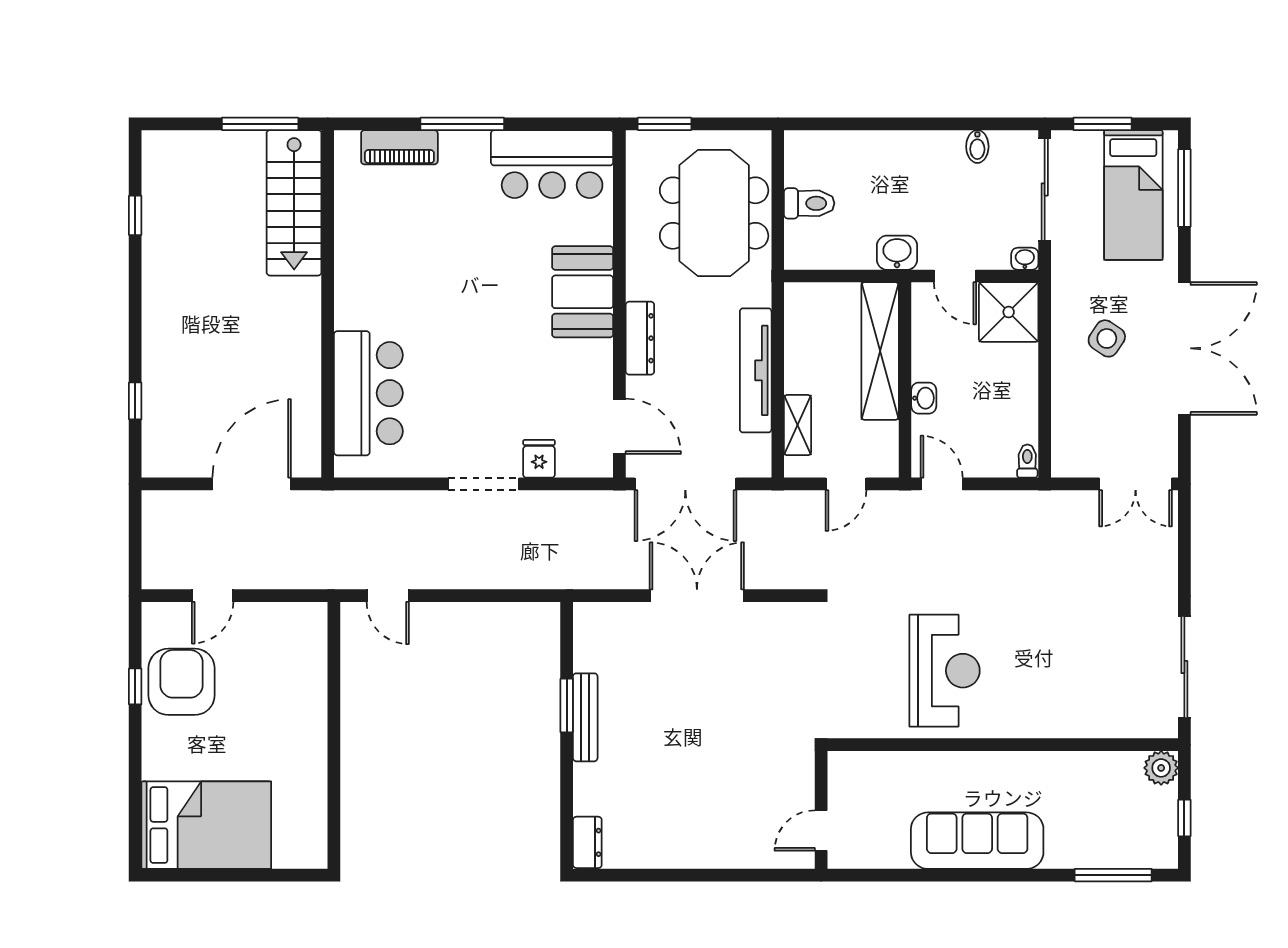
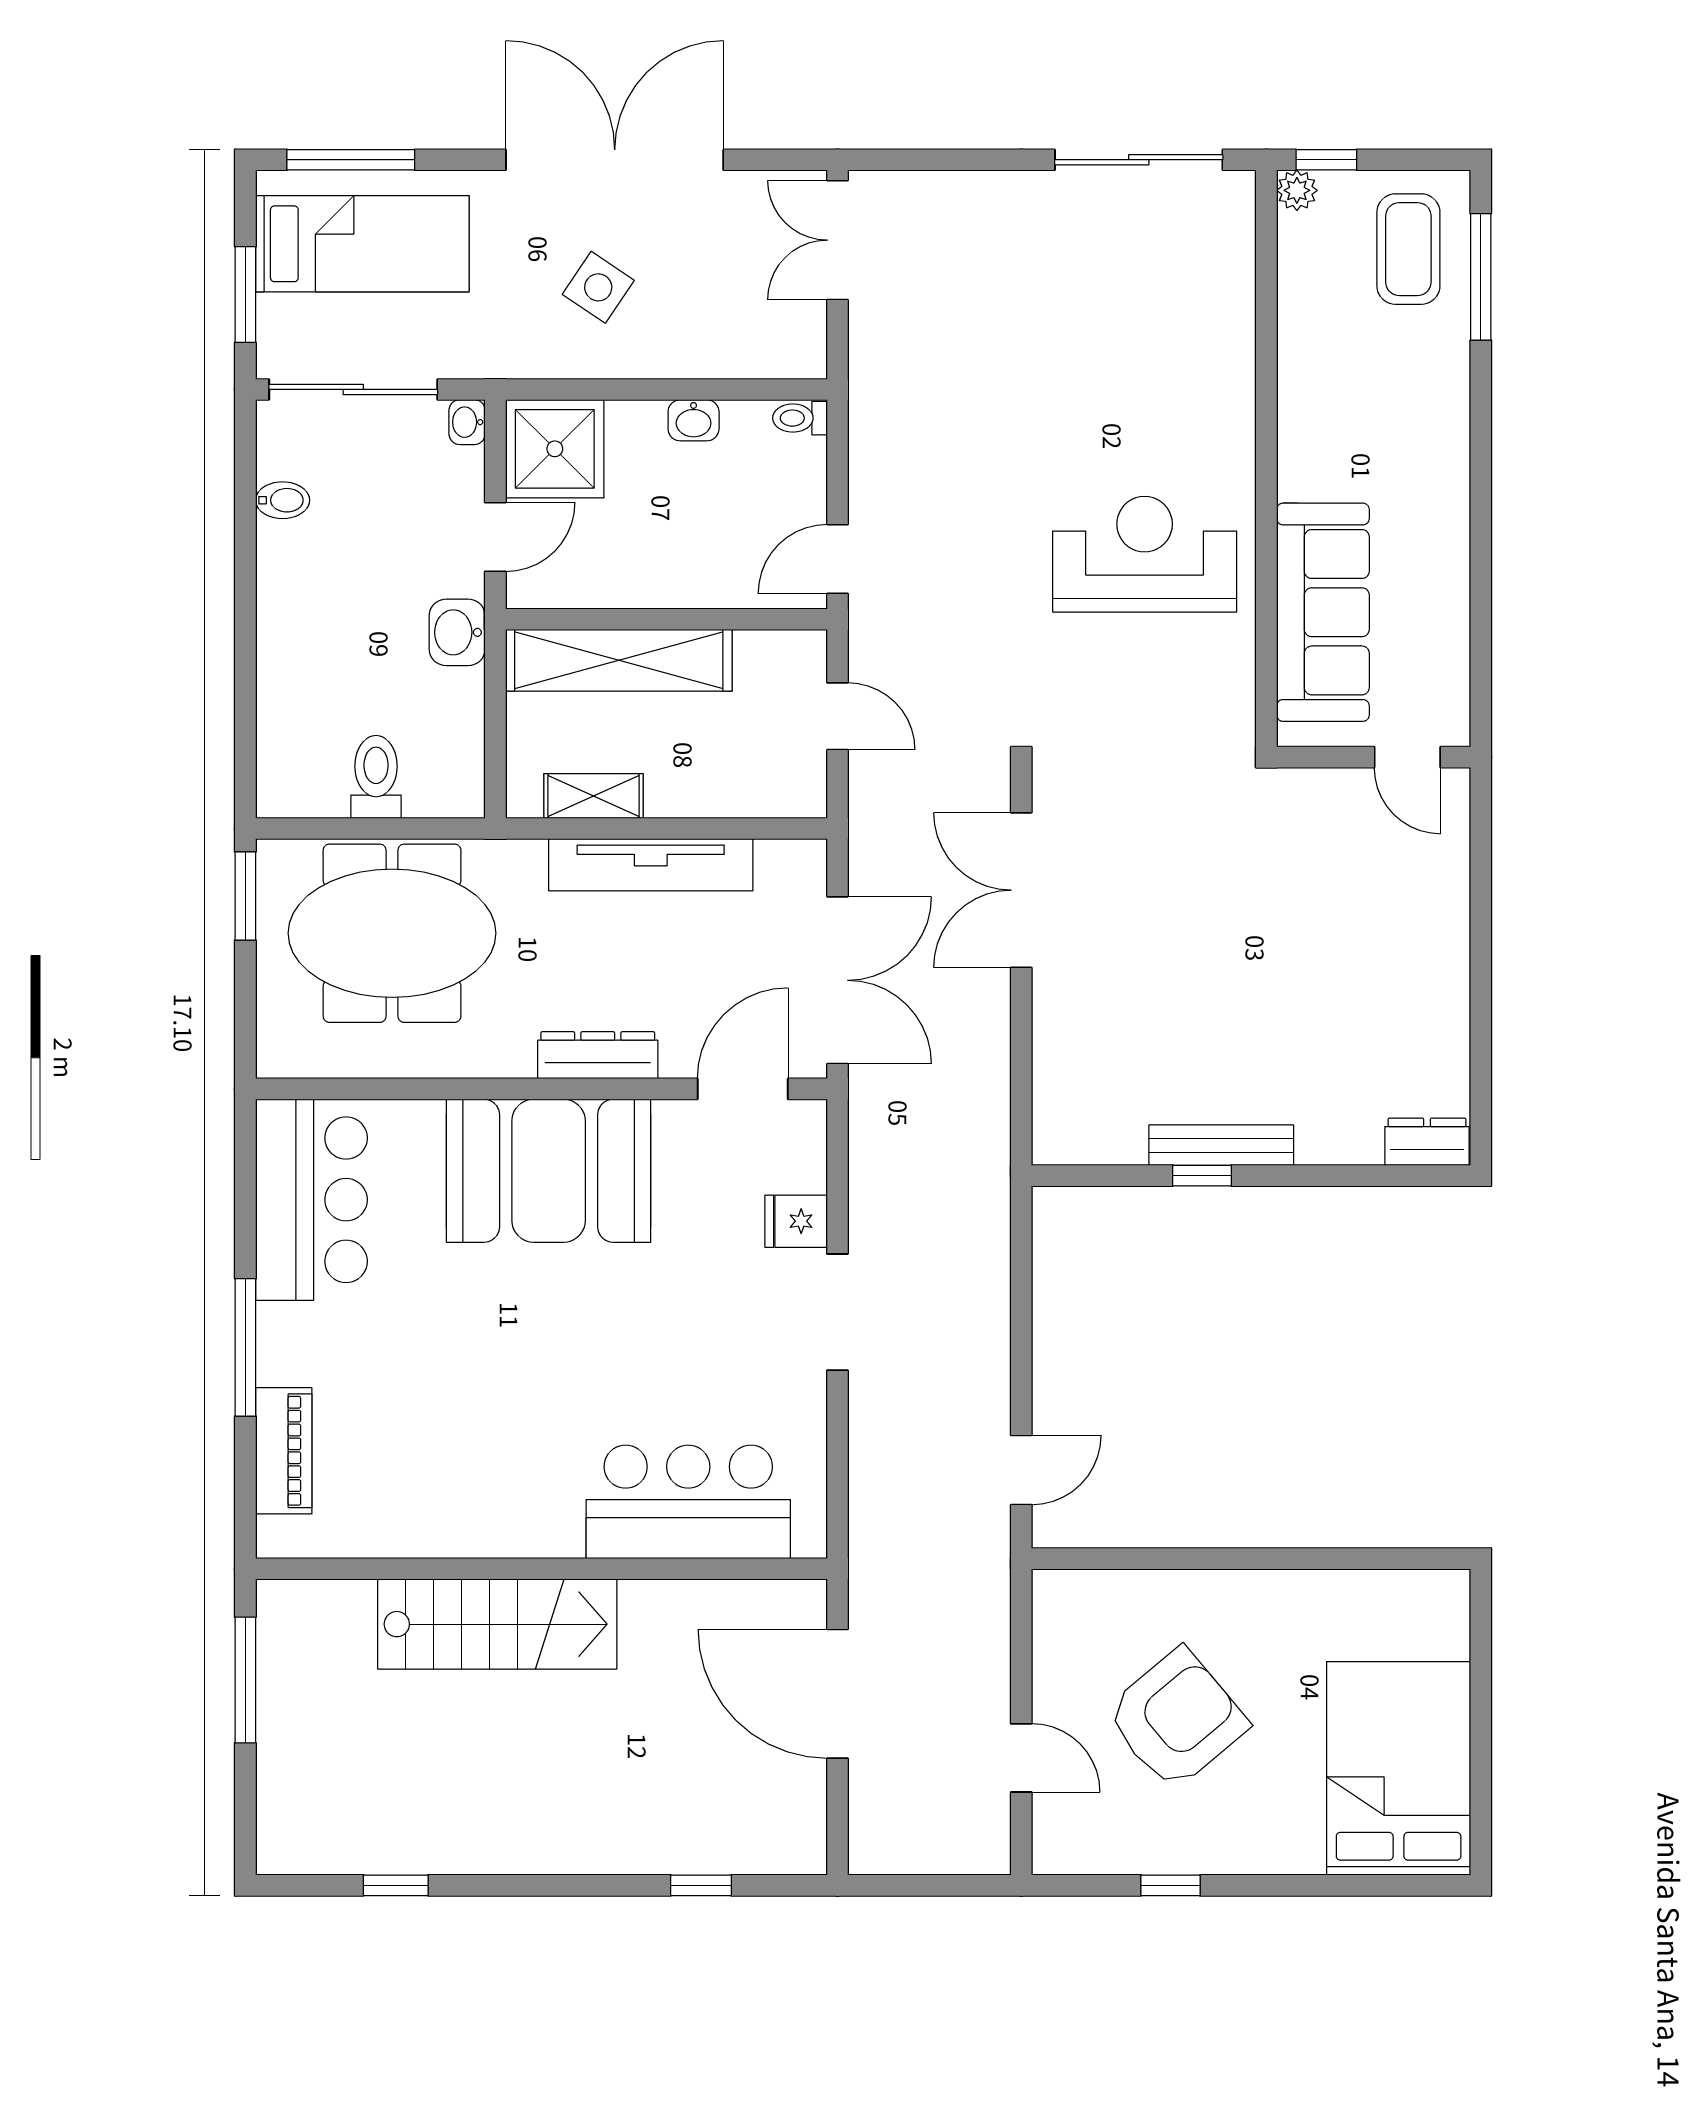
window: (664, 124) -> (245, 896), moved
stairs: (294, 203) -> (497, 1624), moved
booth: (583, 292) -> (549, 1171), width x1.36, depth x1.42
washbasin: (924, 398) -> (694, 420), moved, turned 180
shelving: (798, 425) -> (594, 796), moved
double door: (1136, 484) -> (838, 240), swing flipped
double door: (697, 596) -> (1021, 890), moved
armchair: (182, 682) -> (1176, 1719), moved, turned 140
window: (567, 706) -> (1202, 1176), width x0.67
plant: (1161, 768) -> (1297, 190), width x0.73, depth x0.73
window: (1184, 818) -> (1326, 160), moved
coffee table: (1130, 831) -> (1408, 249), added
sofa: (977, 841) -> (1323, 612), moved, turned 180

